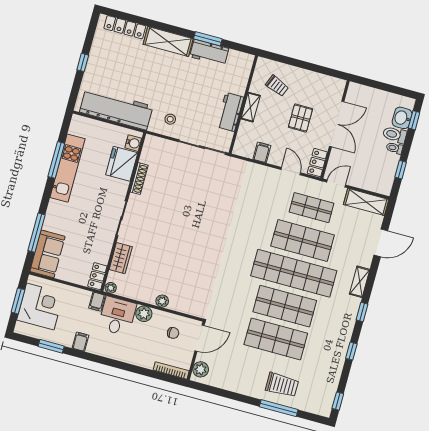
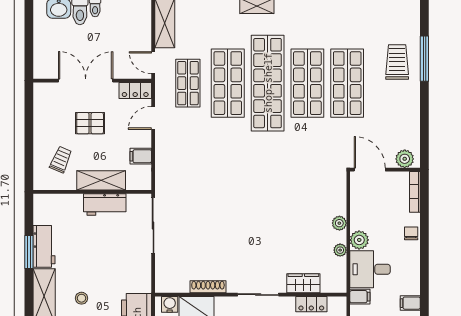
shelving: (251, 107) -> (101, 180), width x1.50, depth x1.33
stool: (170, 119) -> (81, 298), moved
locker: (97, 276) -> (311, 304), moved
plant: (111, 288) -> (340, 250), moved
chair: (173, 333) -> (411, 233), moved

